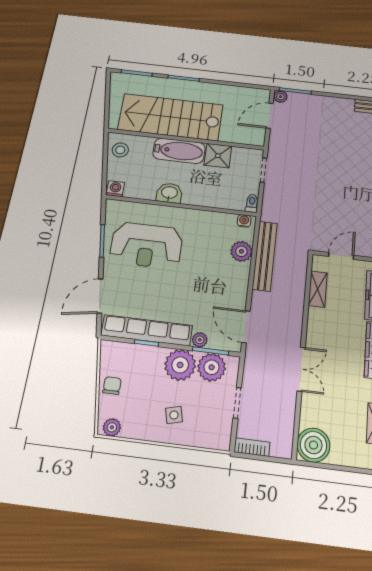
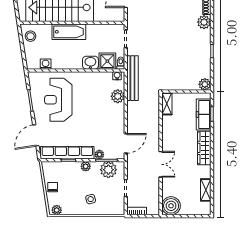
shower: (218, 156) -> (107, 61), moved
washing machine: (115, 189) -> (46, 64), moved
washbasin: (169, 193) -> (90, 63), moved
reception desk: (146, 245) -> (58, 100), turned 90
bench: (265, 256) -> (132, 78), moved
door: (341, 256) -> (180, 91), removed
shelving: (318, 289) -> (167, 104), moved
door: (246, 327) -> (126, 143), swing flipped
plant: (180, 365) -> (86, 166), width x0.53, depth x0.53

